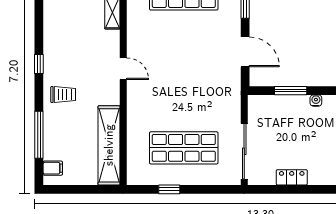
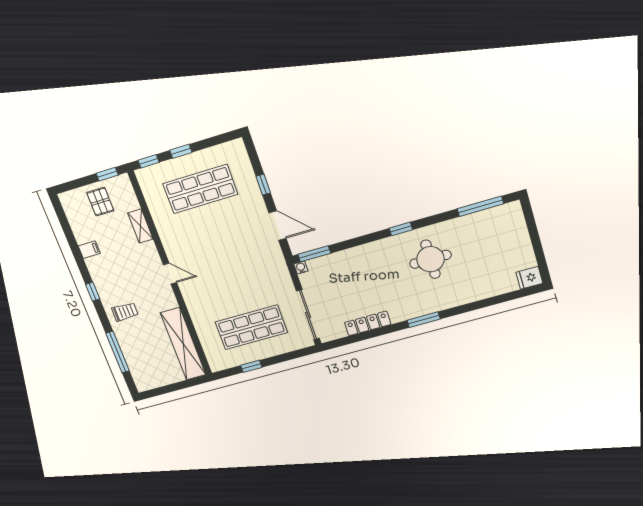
window: (291, 91) -> (314, 254), moved
water cooler: (316, 101) -> (301, 268), moved
filing cabinet: (53, 168) -> (89, 250), moved
locker: (292, 177) -> (368, 323), width x1.53

